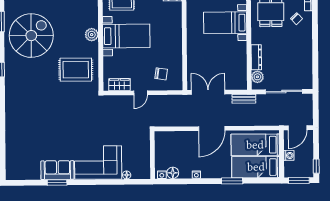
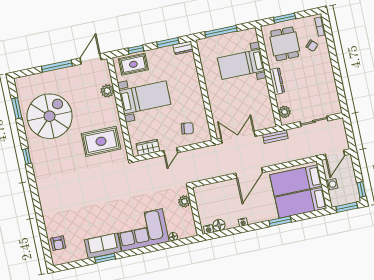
plant: (92, 35) -> (107, 91), moved
dresser: (256, 57) -> (277, 81), moved
sliding door: (284, 92) -> (314, 121), width x0.73
plant: (144, 143) -> (184, 201), added
armchair: (15, 159) -> (58, 243), added

